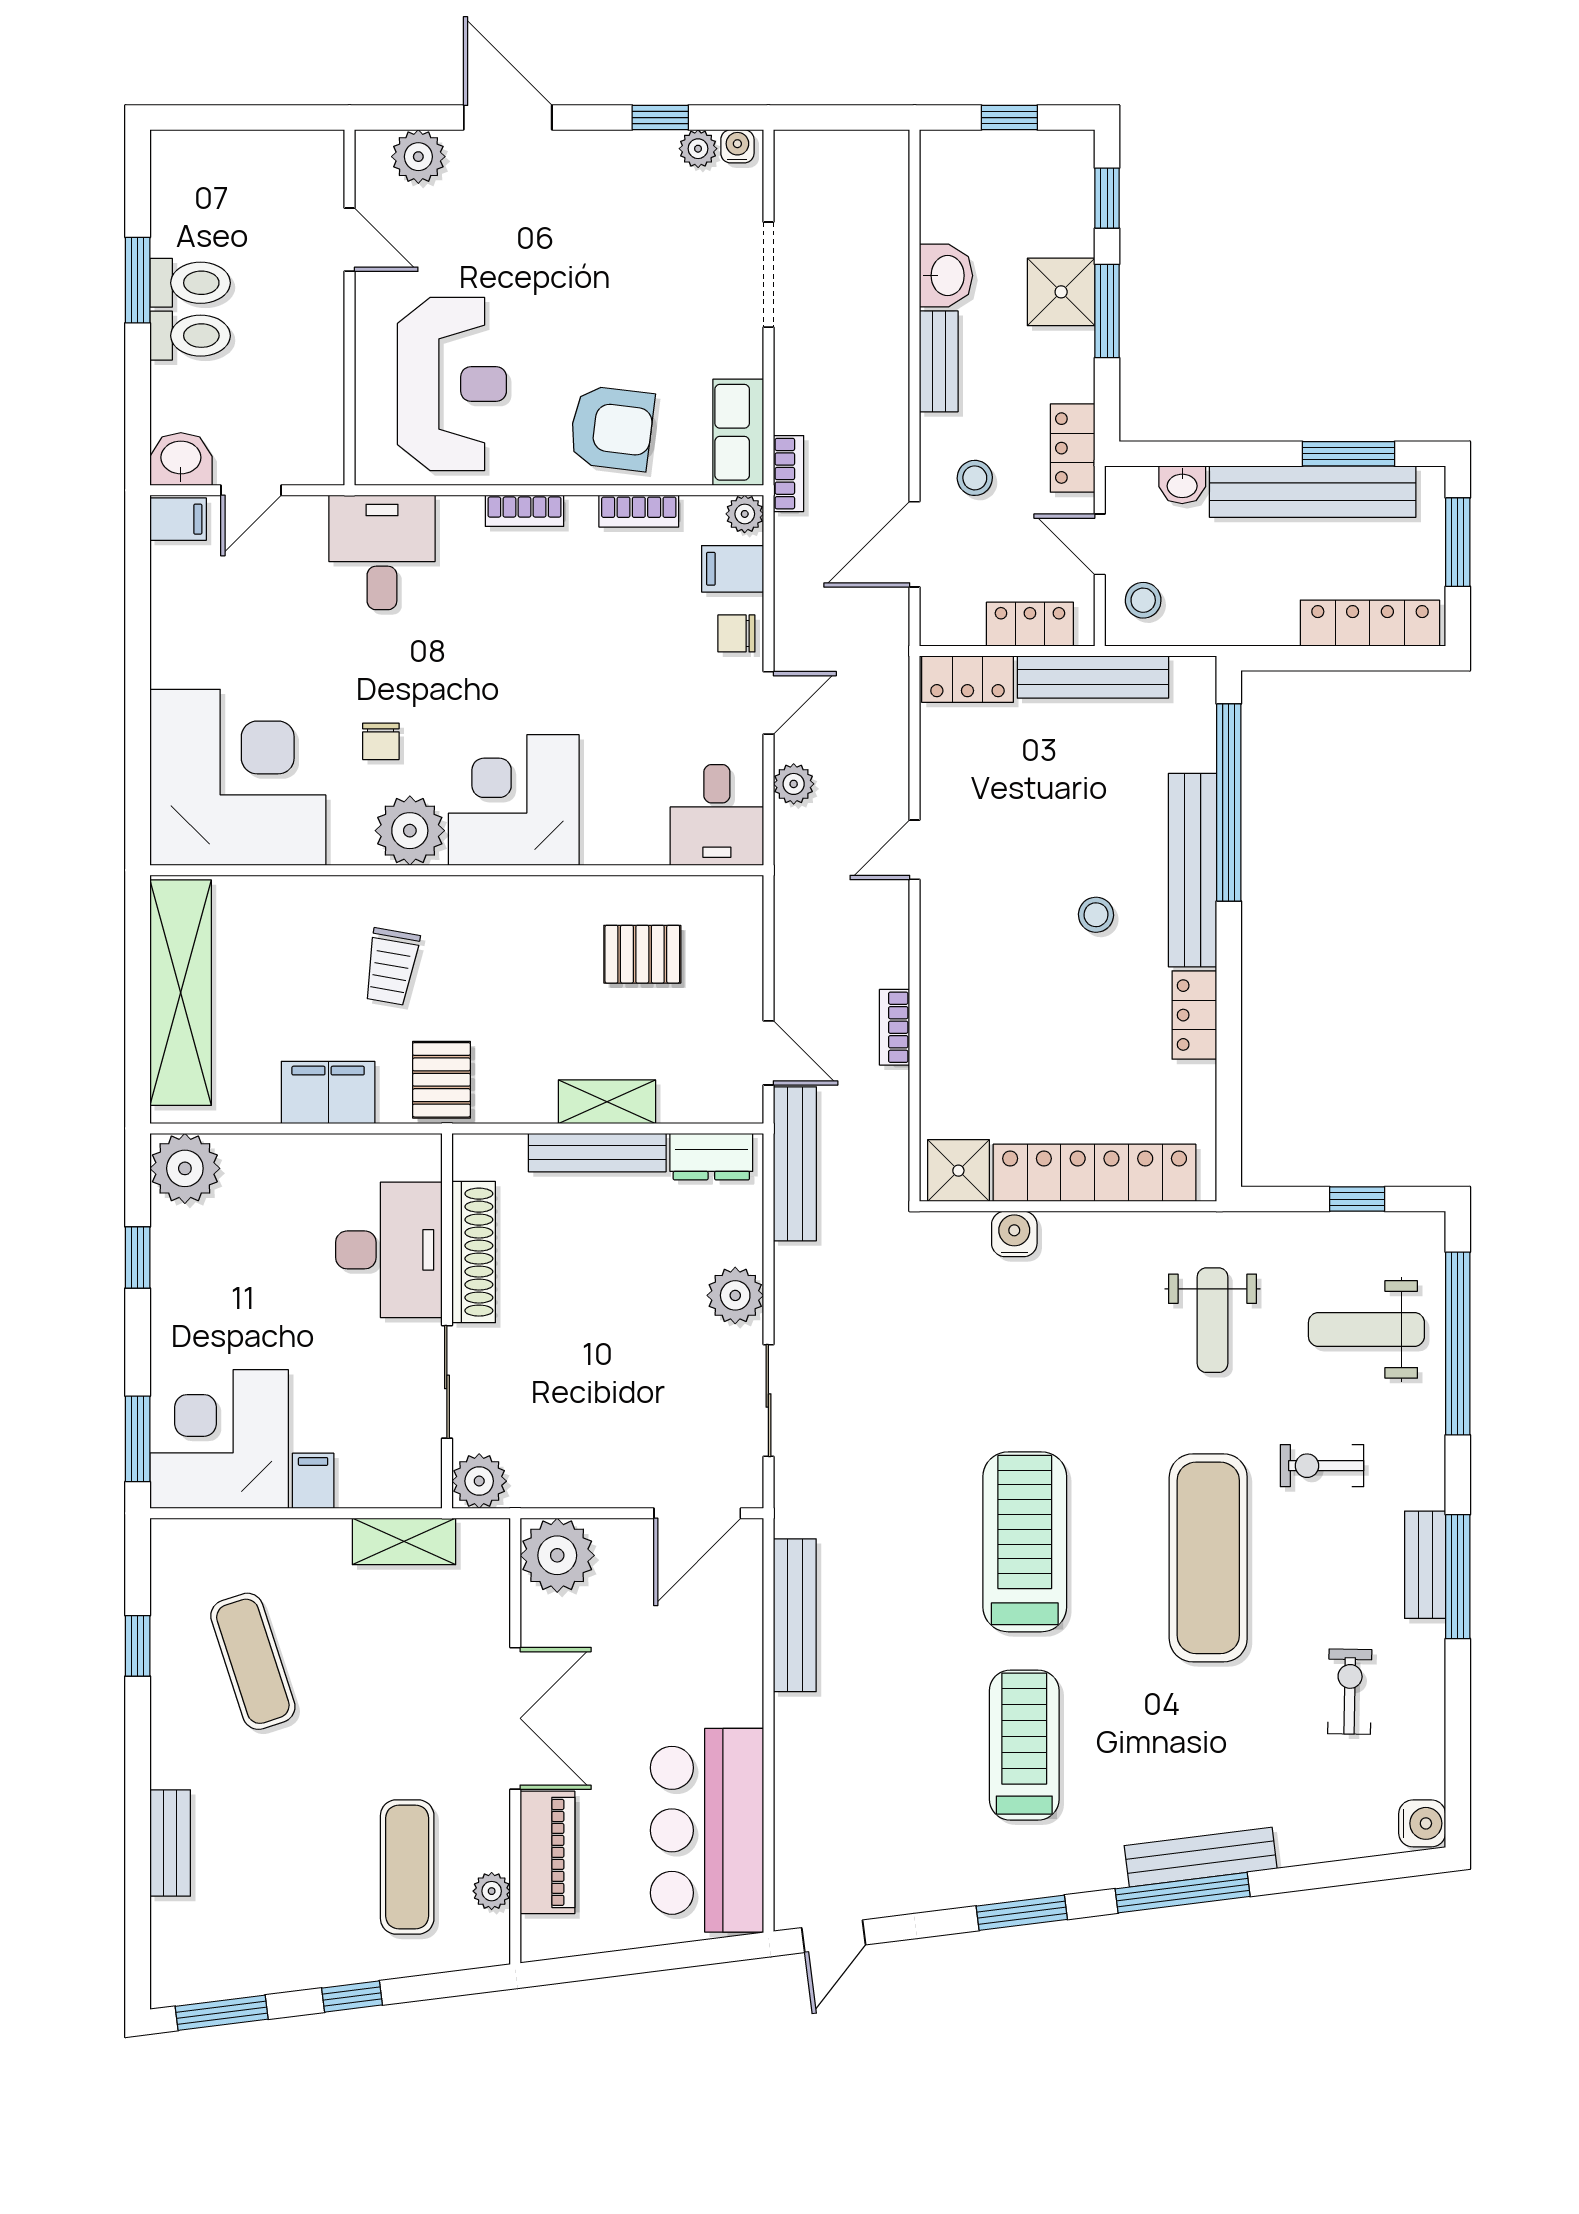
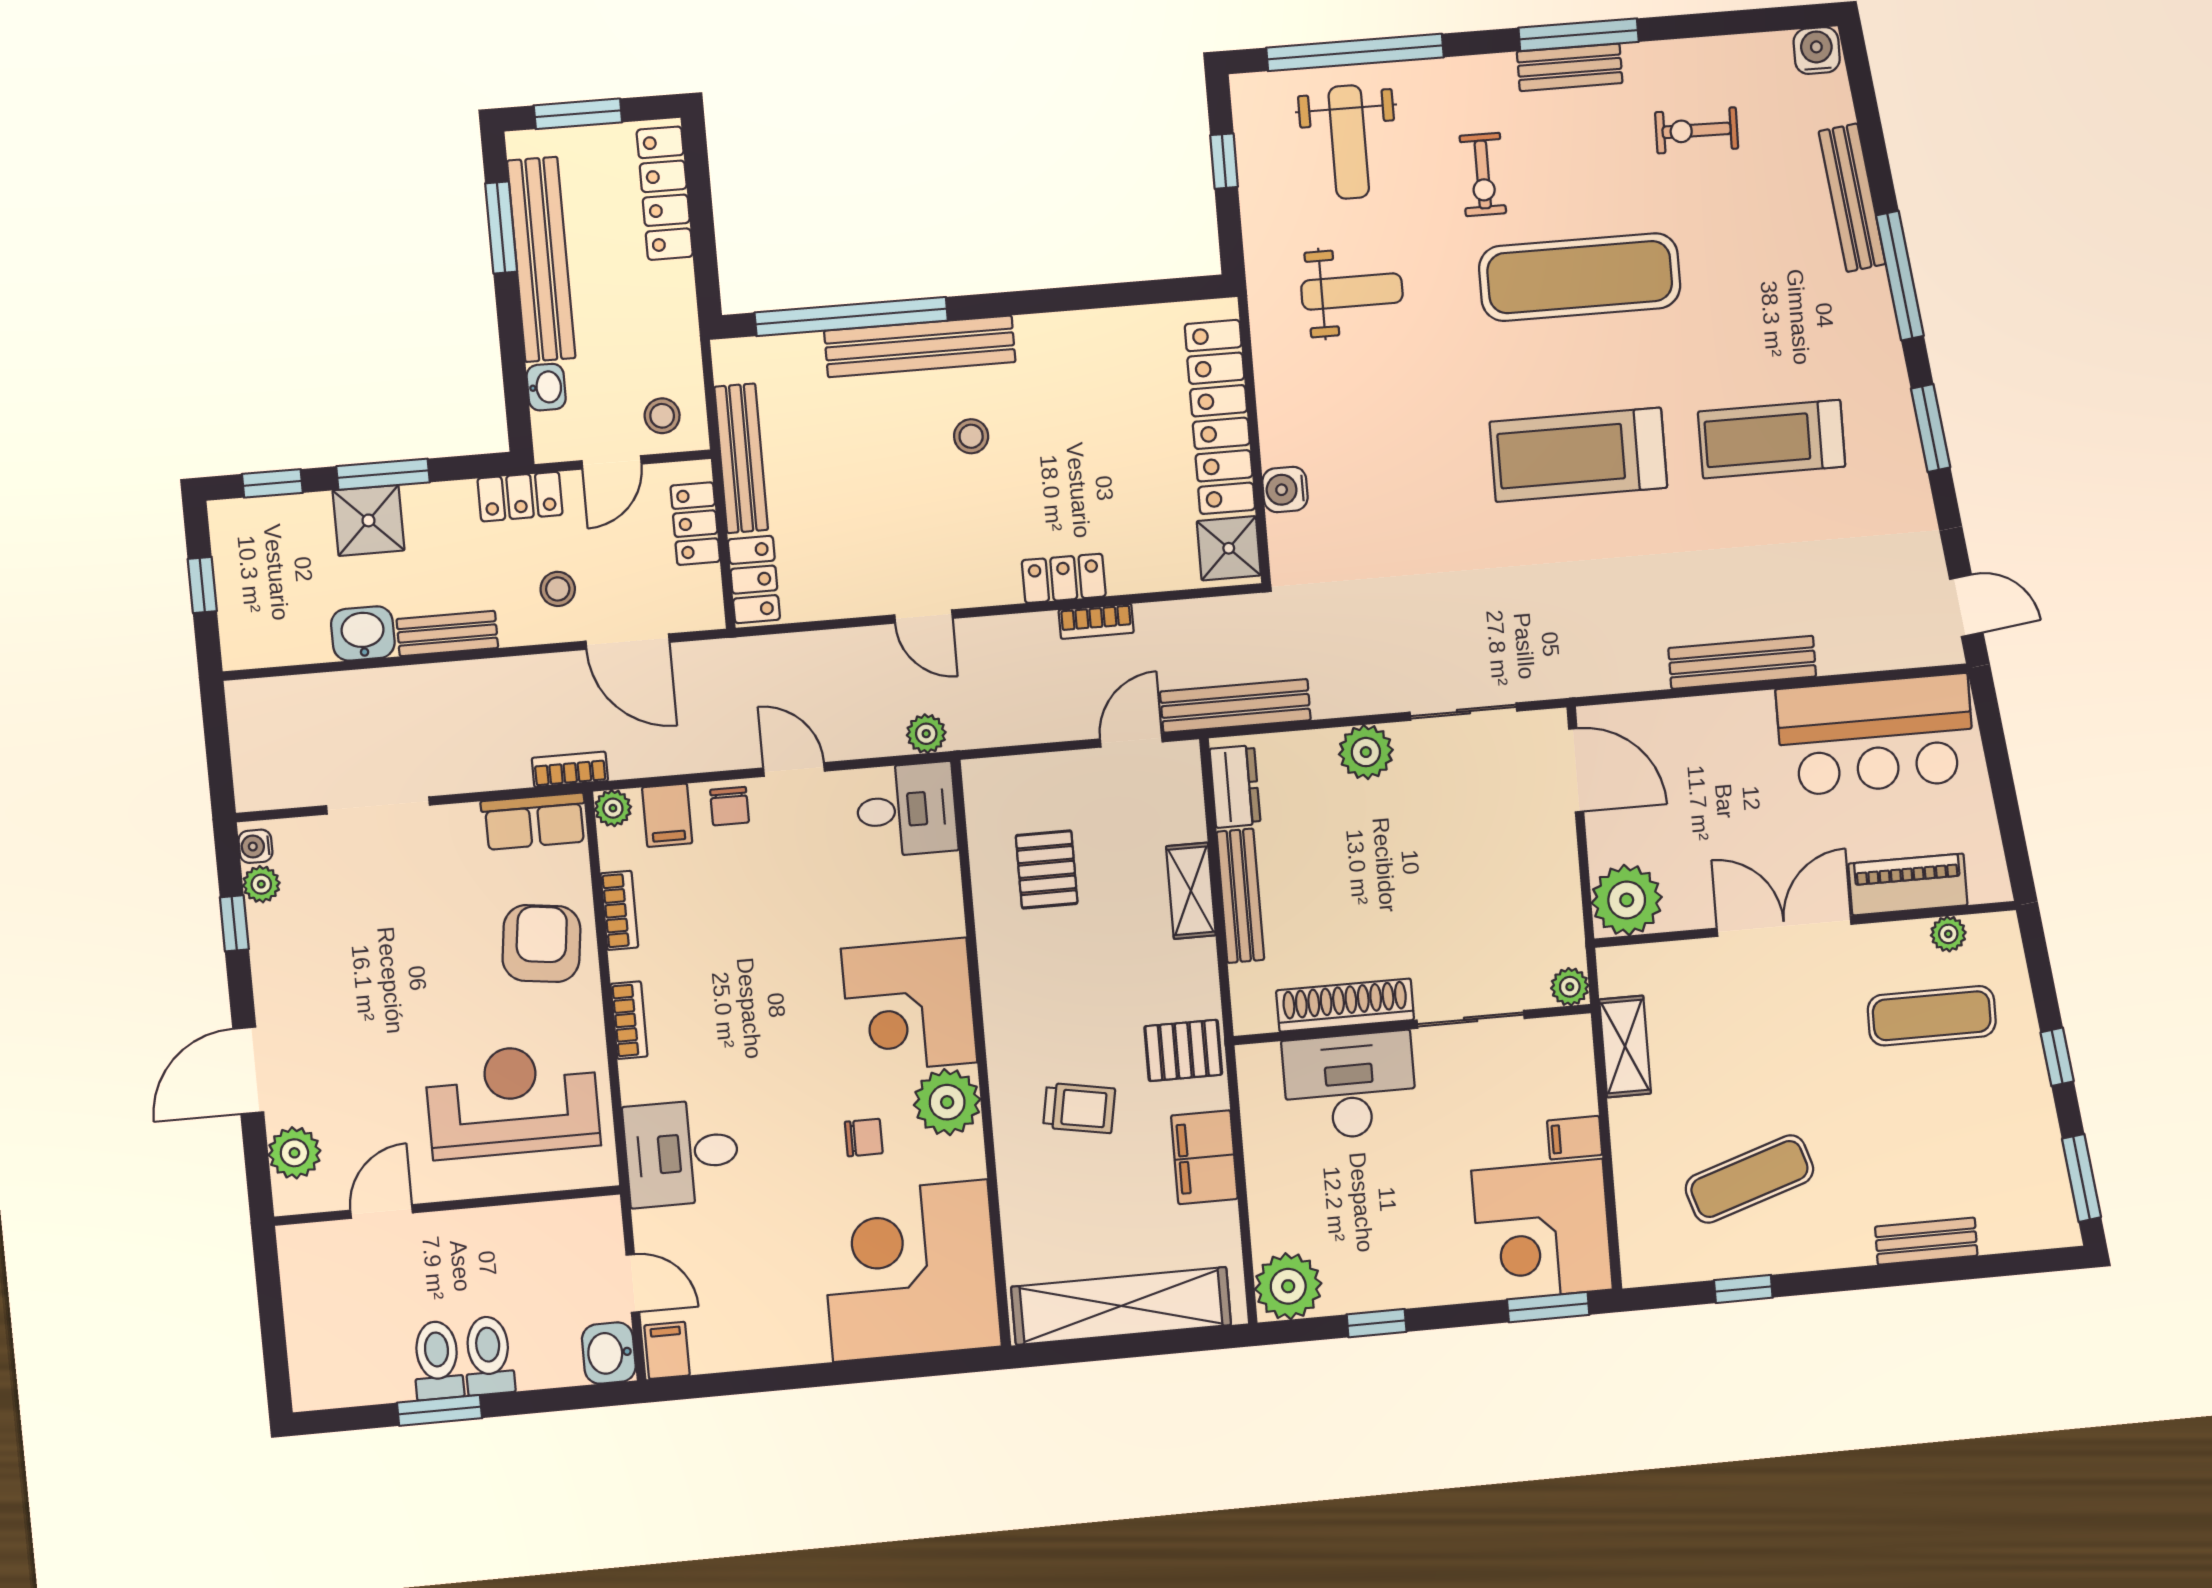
plant: (794, 784) -> (926, 734), moved
locker: (1194, 1015) -> (1064, 578), moved, turned 180
plant: (479, 1481) -> (1570, 987), width x0.73, depth x0.73
bench: (795, 1615) -> (1742, 662), moved
bench: (1201, 1857) -> (1852, 198), moved

